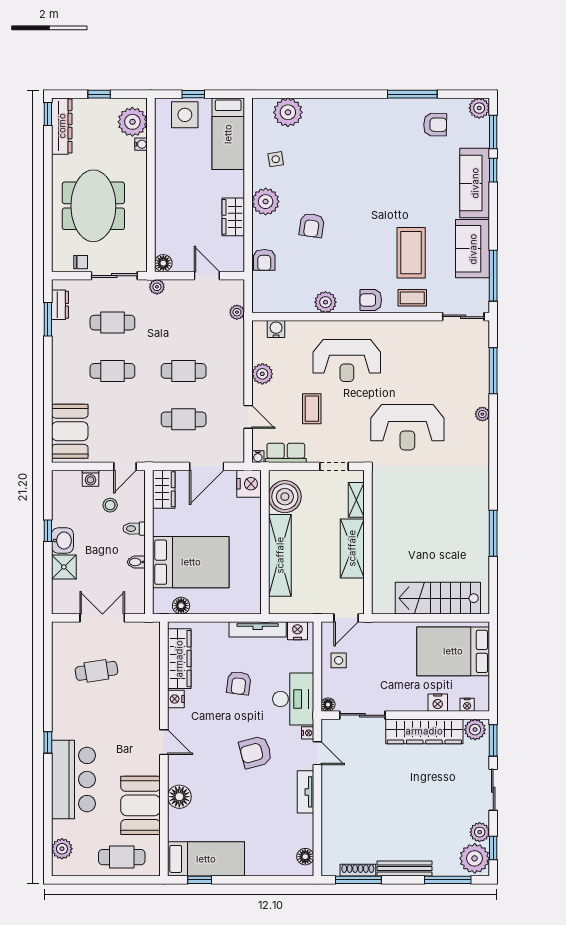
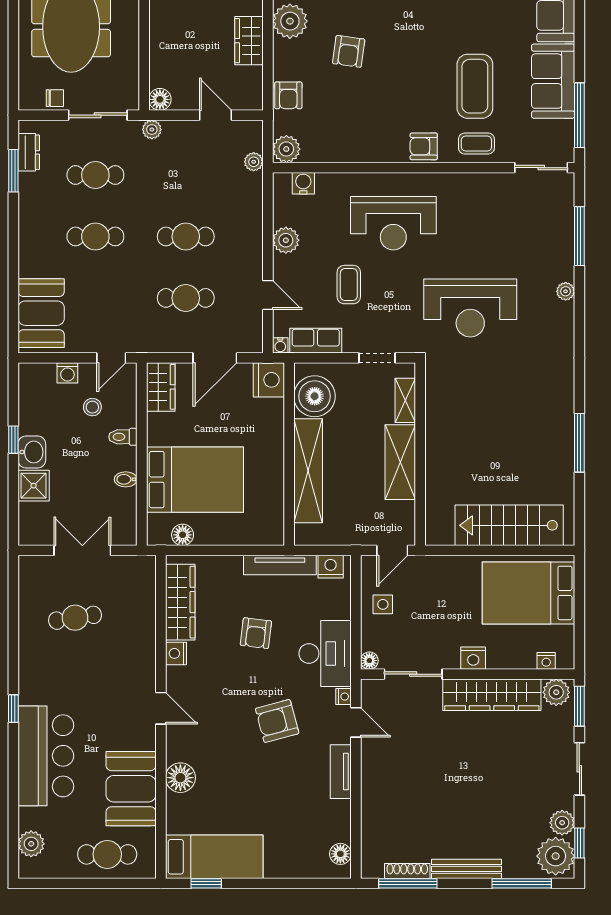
plant: (325, 302) -> (286, 149), moved
nightstand: (438, 703) -> (473, 658), moved

